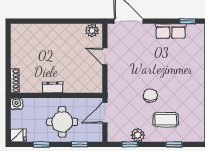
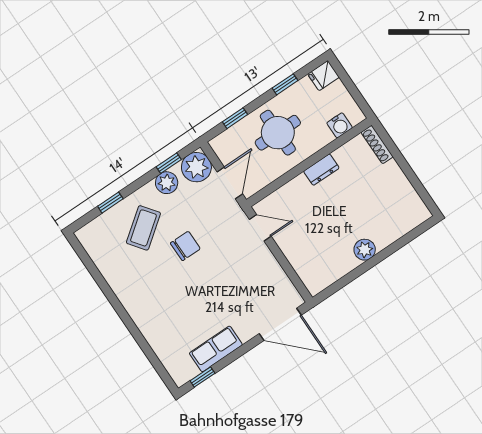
plant: (92, 30) -> (365, 250), moved
door: (105, 56) -> (260, 228), moved
chair: (150, 96) -> (185, 246), turned -90
water cooler: (17, 104) -> (340, 125), moved
coffee table: (166, 120) -> (143, 228), turned -37
plant: (117, 133) -> (196, 167), added

